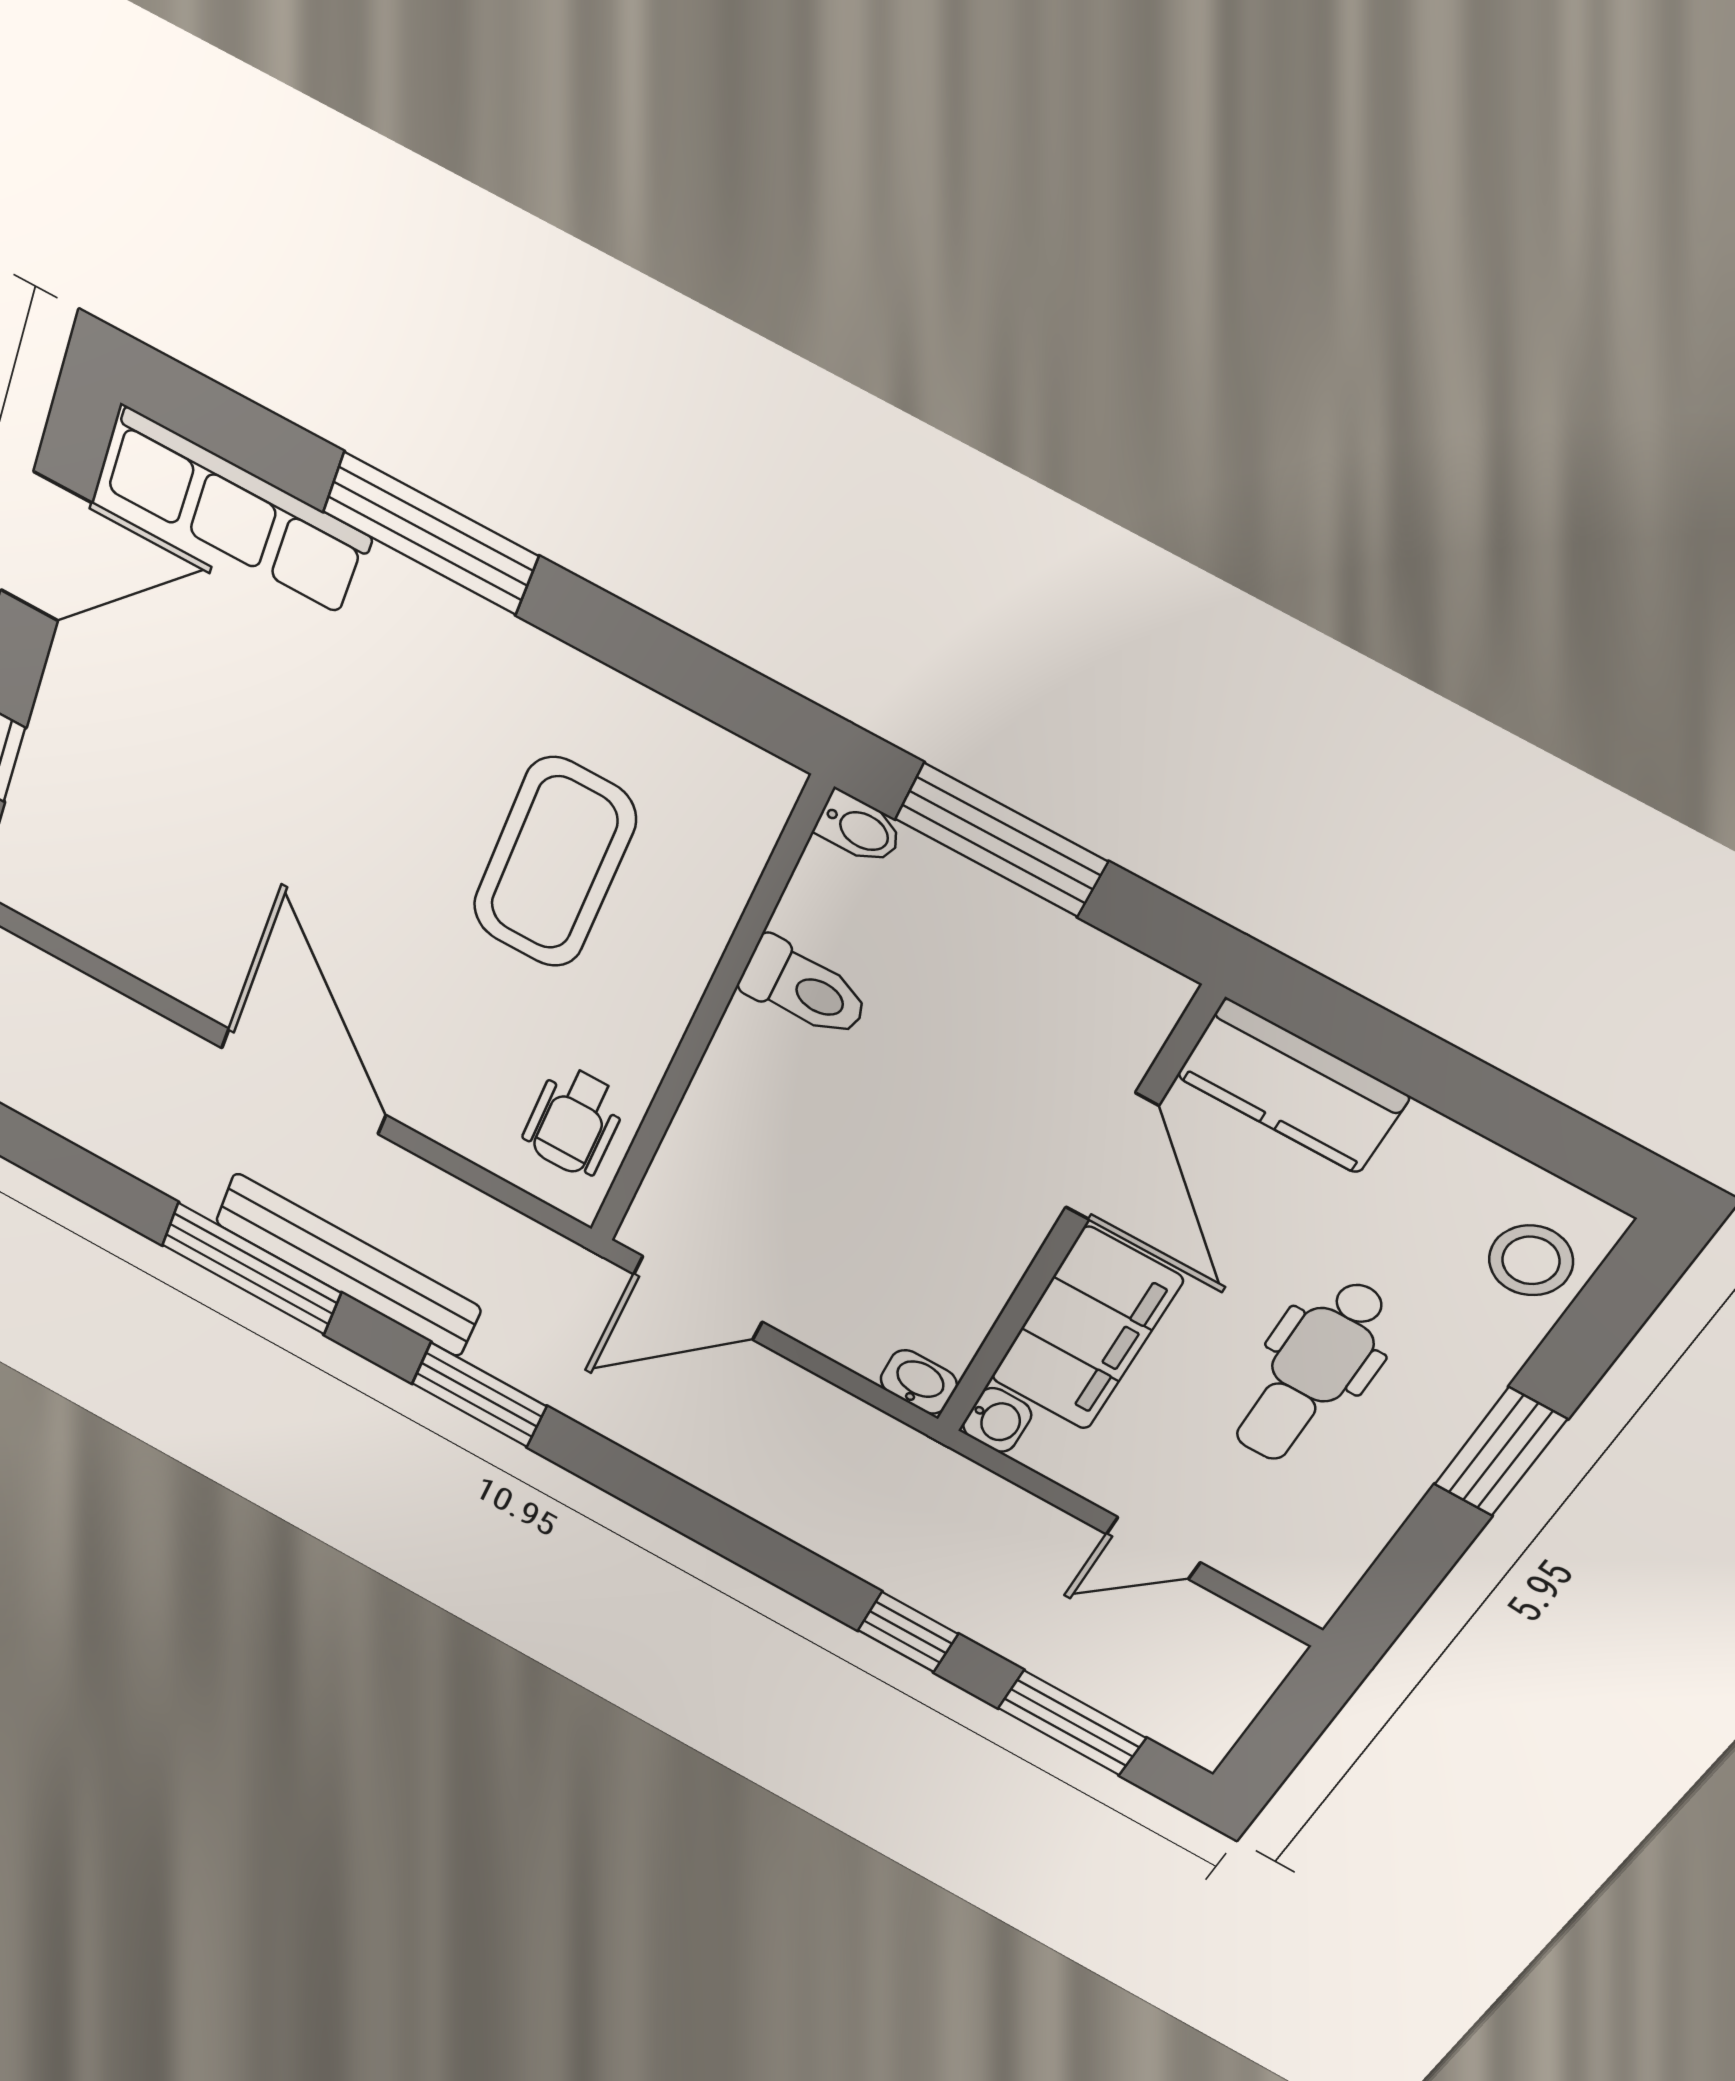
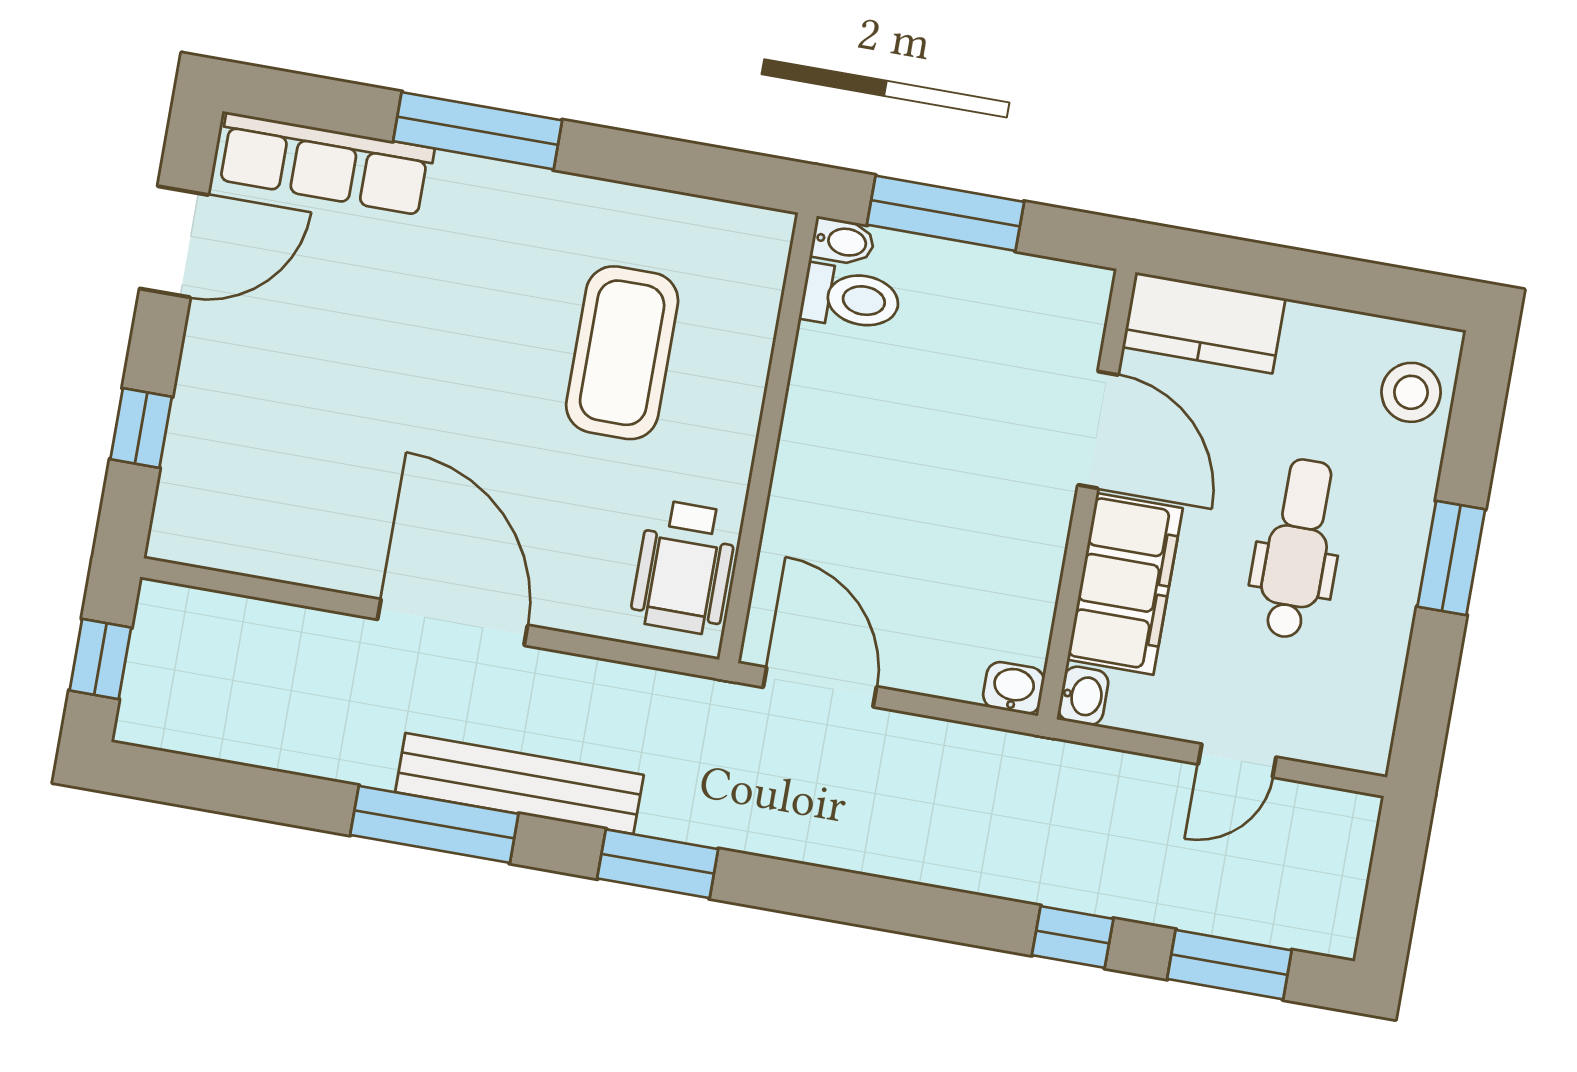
toilet: (804, 989) -> (851, 298), moved
wheelchair: (574, 1121) -> (684, 567), width x1.36, depth x1.37
door: (698, 1298) -> (820, 687), swing flipped
dental chair: (1311, 1371) -> (1297, 549), turned 180

